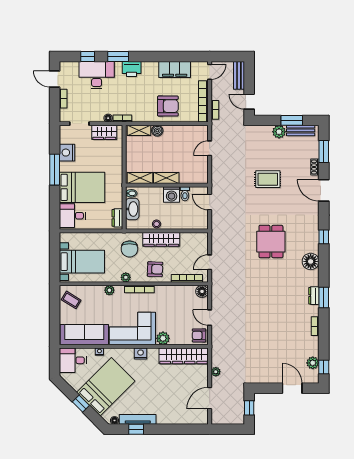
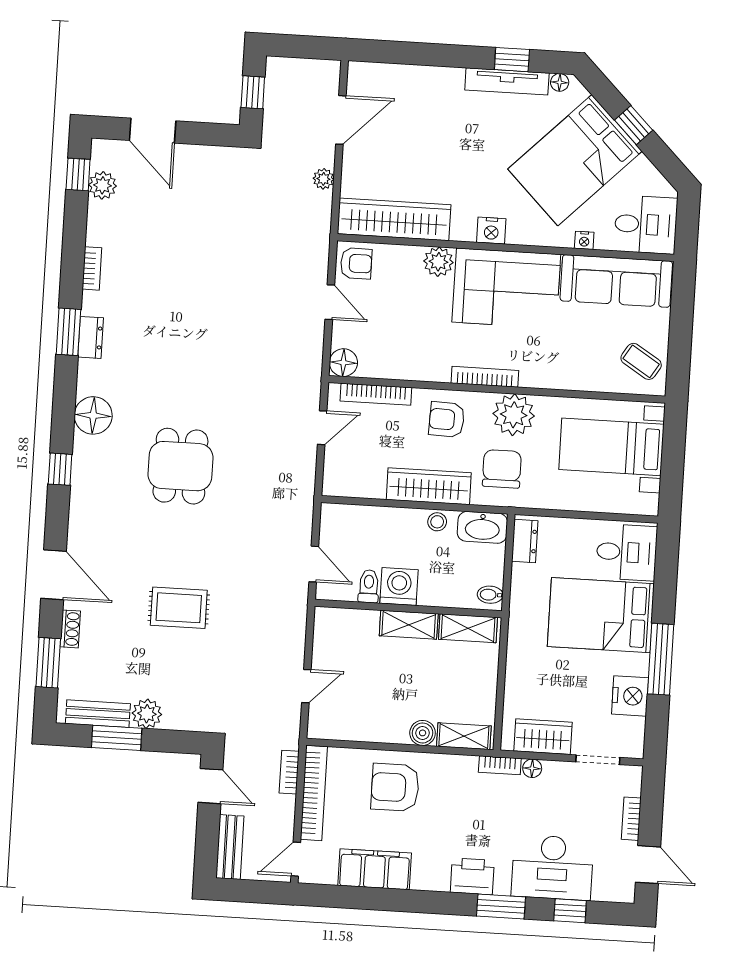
washbasin: (132, 209) -> (482, 527), moved, turned -90
plant: (126, 277) -> (514, 415), width x1.87, depth x1.87
plant: (109, 290) -> (553, 378), removed

